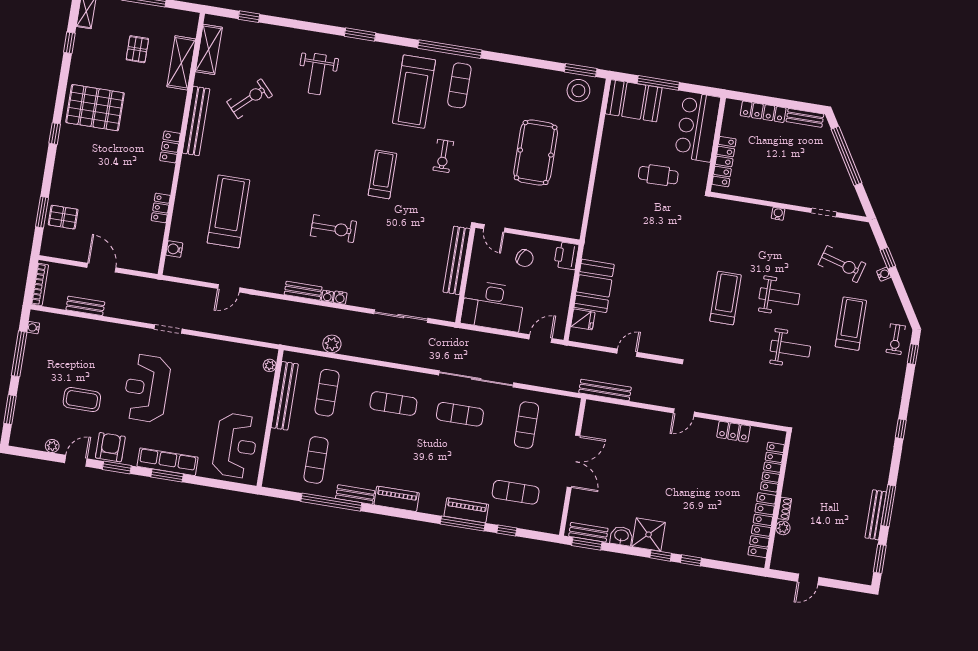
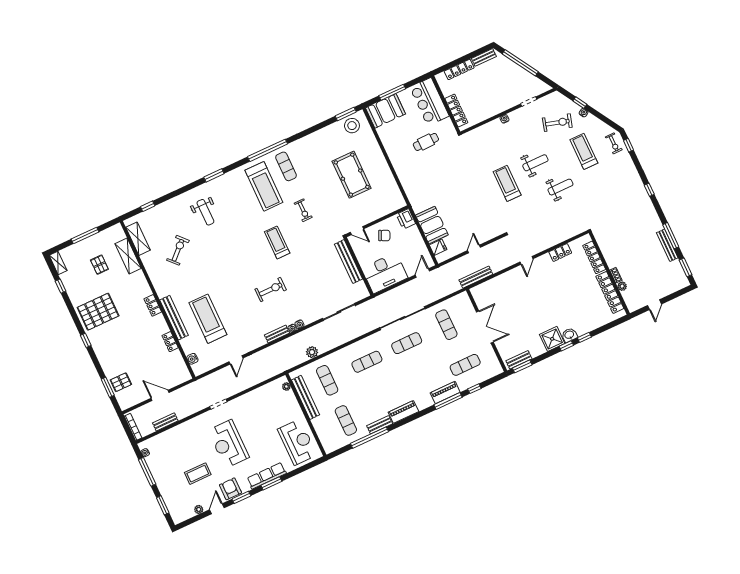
bench: (196, 121) -> (174, 318), moved
washbasin: (621, 536) -> (569, 335), moved

